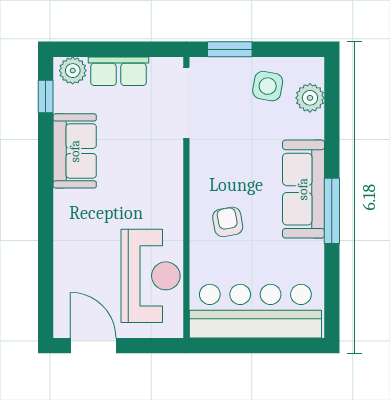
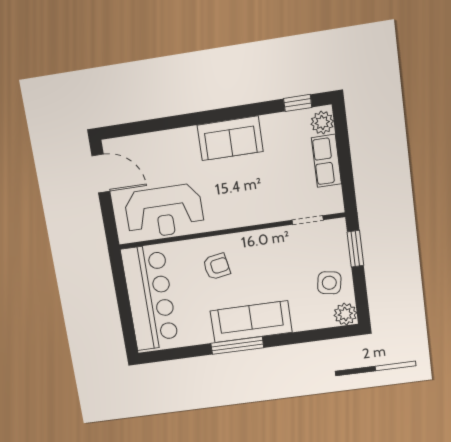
plant: (310, 98) -> (345, 314), moved
doorway: (186, 103) -> (308, 220), width x0.53
sofa: (75, 151) -> (230, 138), moved
door: (93, 346) -> (101, 173), hinge flipped

